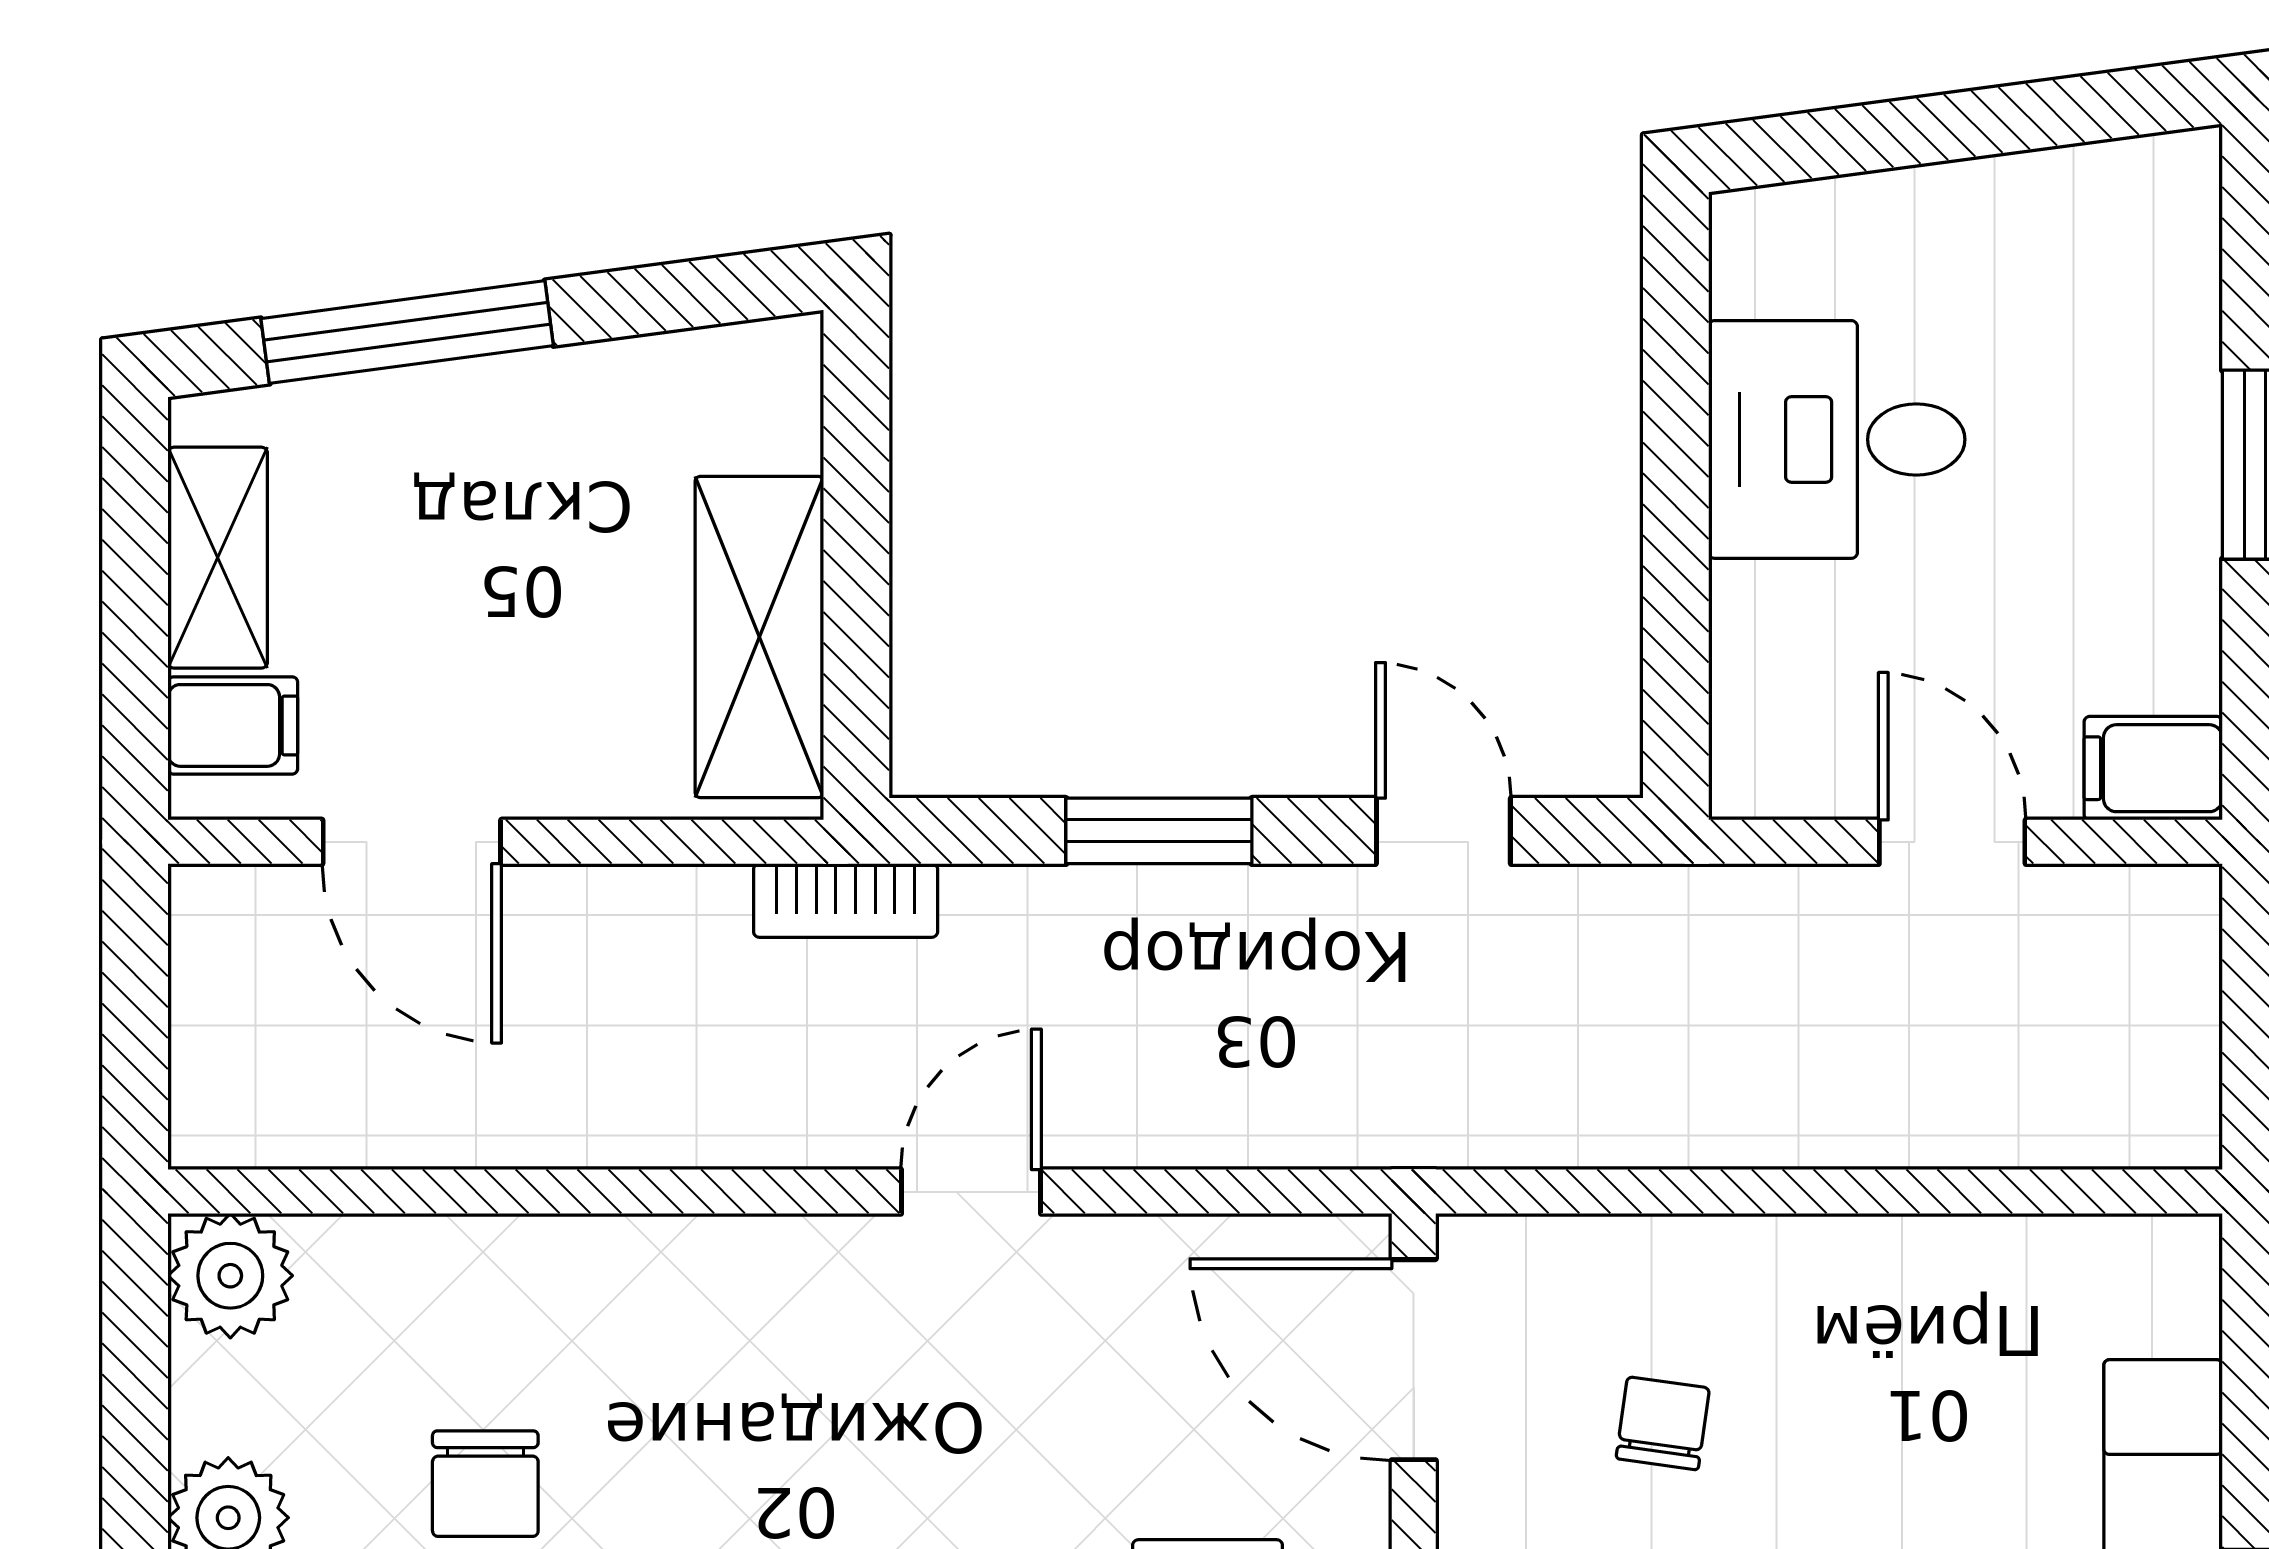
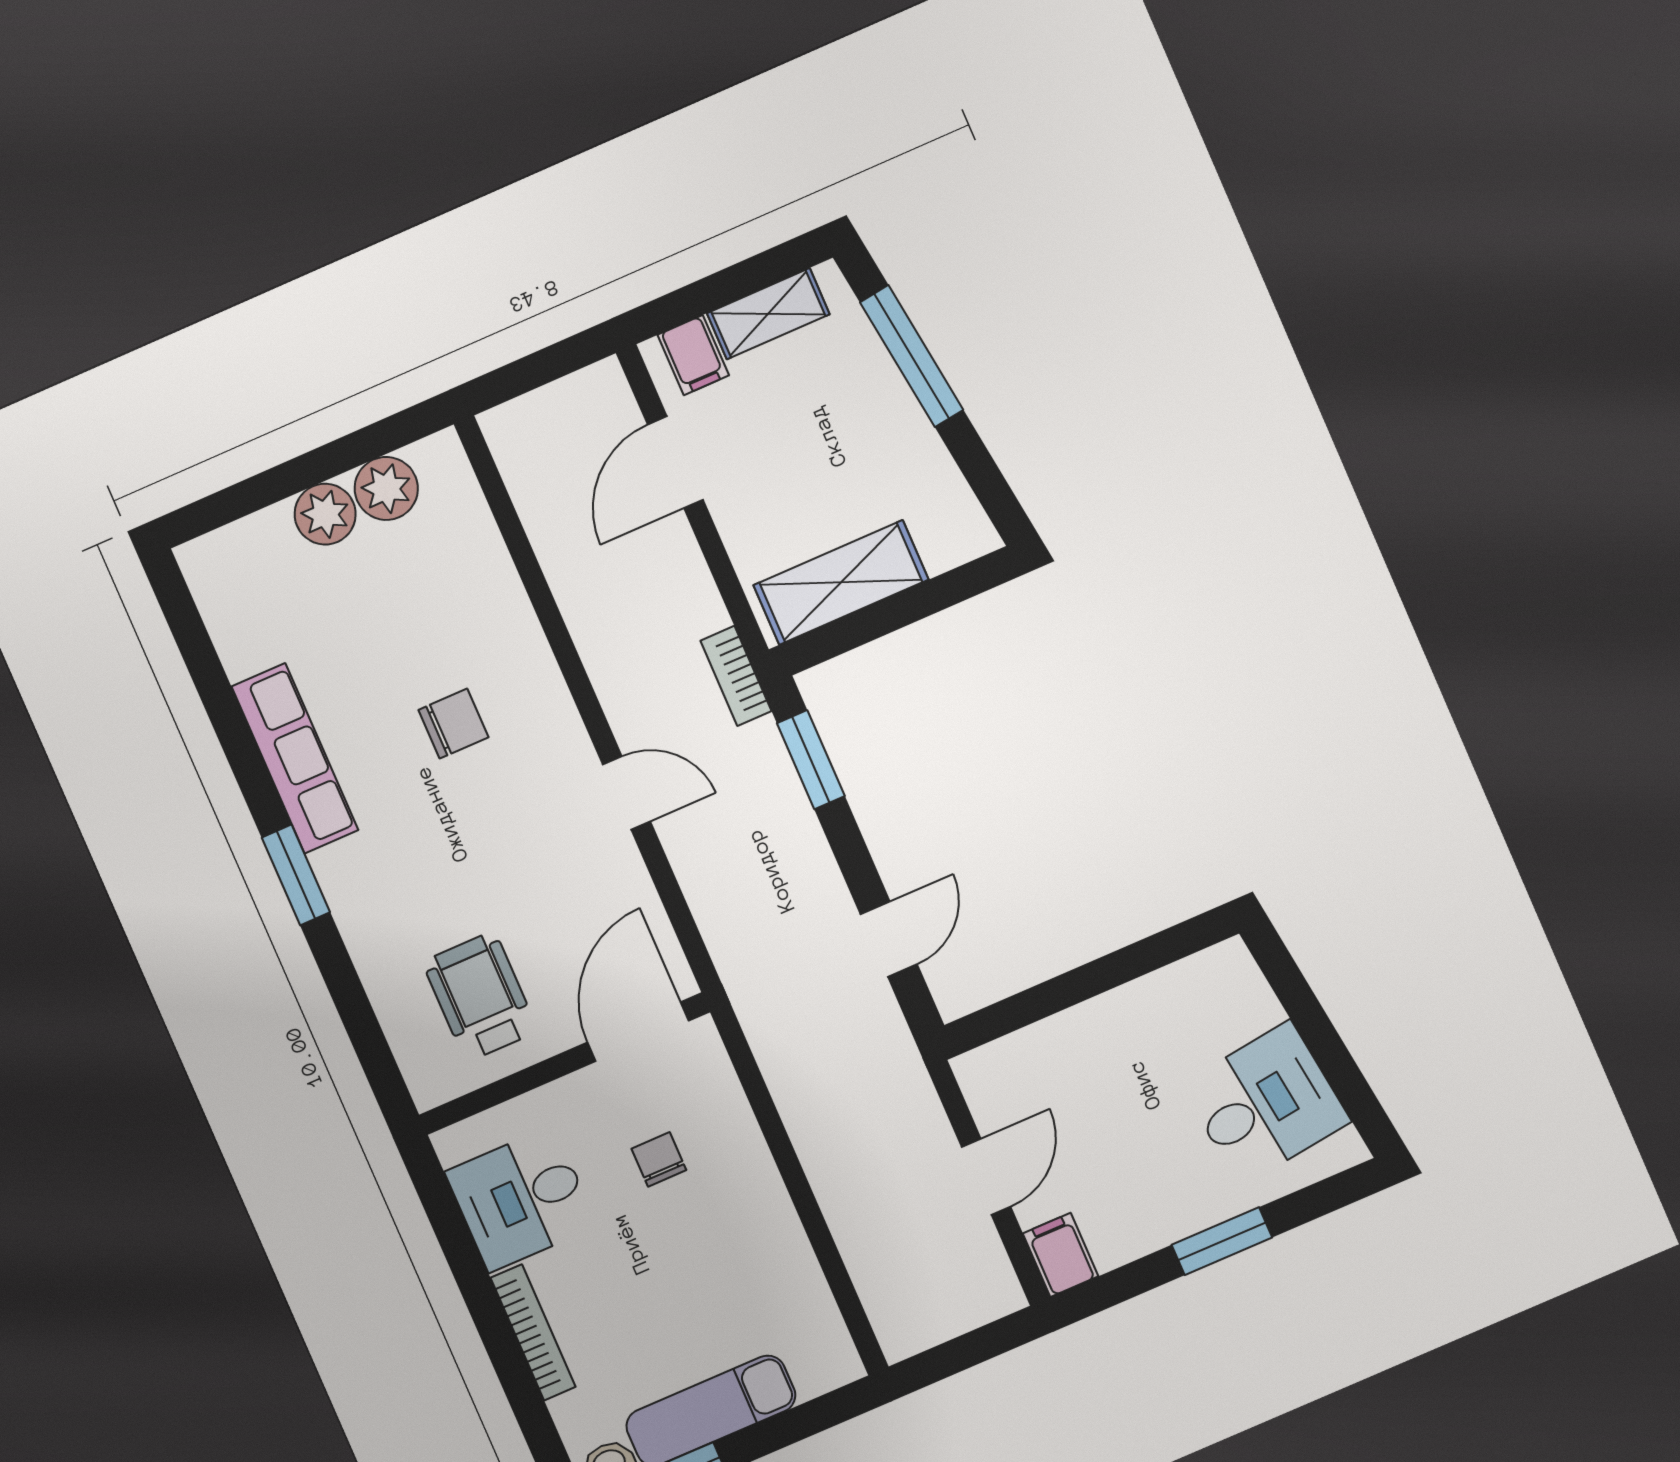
desk: (1837, 439) -> (1265, 1103), moved, turned 82
window: (1159, 831) -> (811, 760), moved
plant: (230, 1276) -> (386, 488), moved
chair: (1663, 1423) -> (659, 1159), turned -98
chair: (485, 1484) -> (453, 724), moved, turned 180

